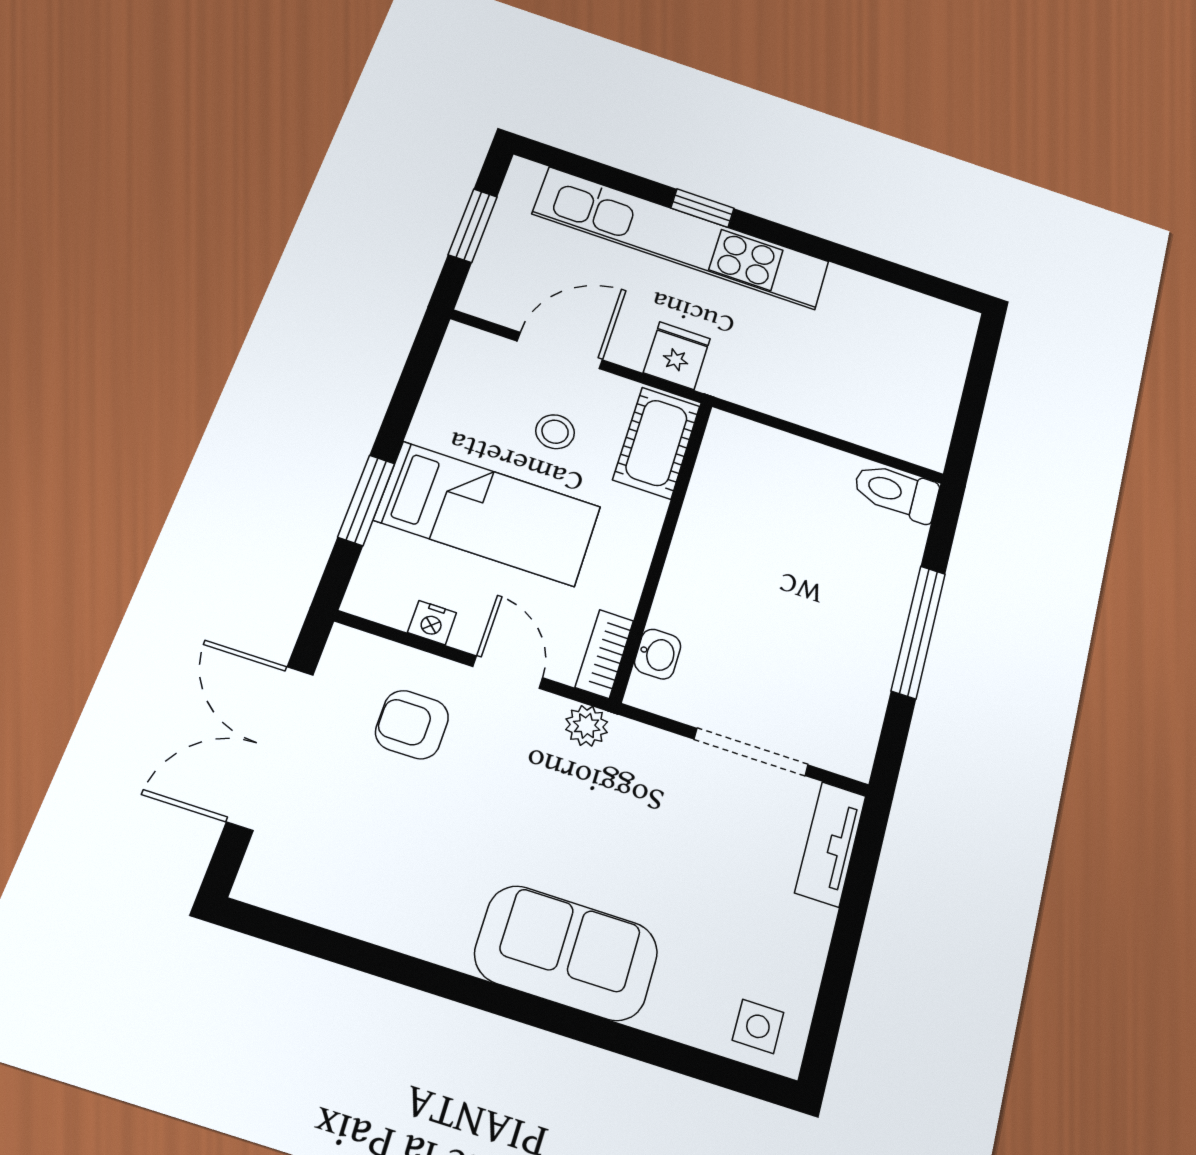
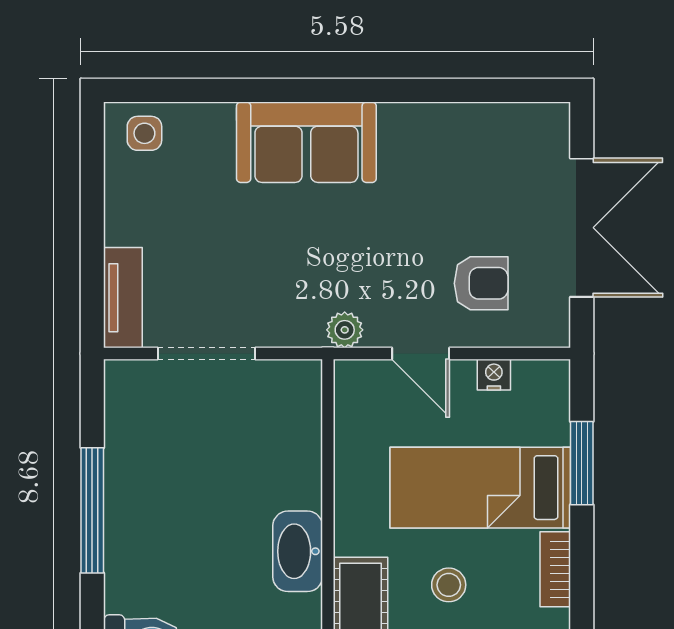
bookcase: (604, 654) -> (555, 569), moved, turned 180
washbasin: (658, 654) -> (298, 551), moved, width x1.91, depth x1.45

